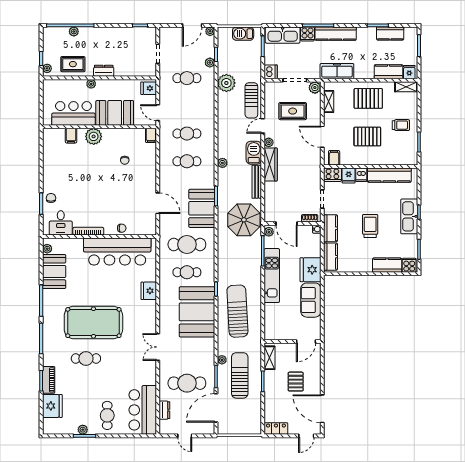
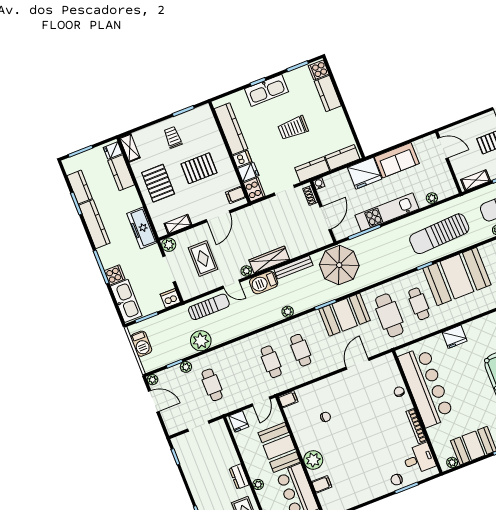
kitchen counter: (336, 34) -> (94, 224), moved
pallet: (367, 137) -> (199, 168), turned 90
plant: (269, 232) -> (432, 198), moved

